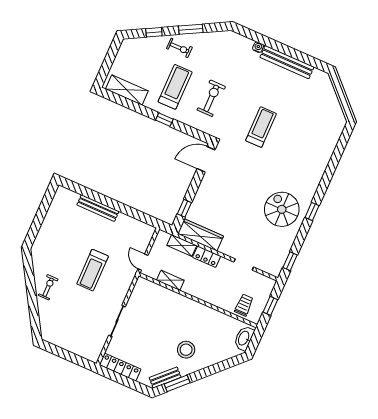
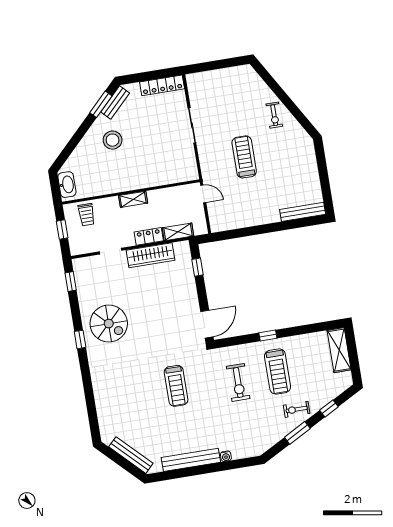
shelving: (127, 90) -> (339, 350), moved, turned 90
bench: (331, 96) -> (131, 455), added
bench: (98, 208) -> (303, 212), moved
wardrobe: (200, 235) -> (150, 255), moved
shelving: (170, 280) -> (133, 199), moved

